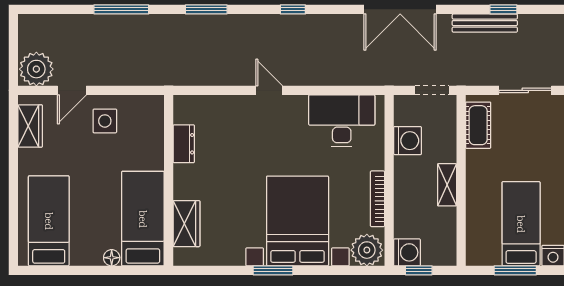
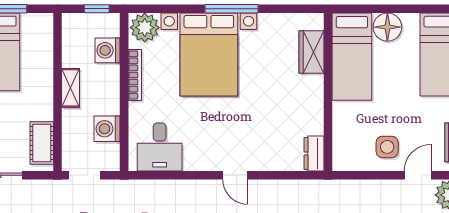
desk: (342, 121) -> (160, 147), width x0.73
dresser: (184, 144) -> (314, 154), moved
washing machine: (407, 252) -> (108, 50), moved
floor lamp: (112, 258) -> (387, 27), width x1.89, depth x1.89
window: (273, 270) -> (232, 9), width x1.44

